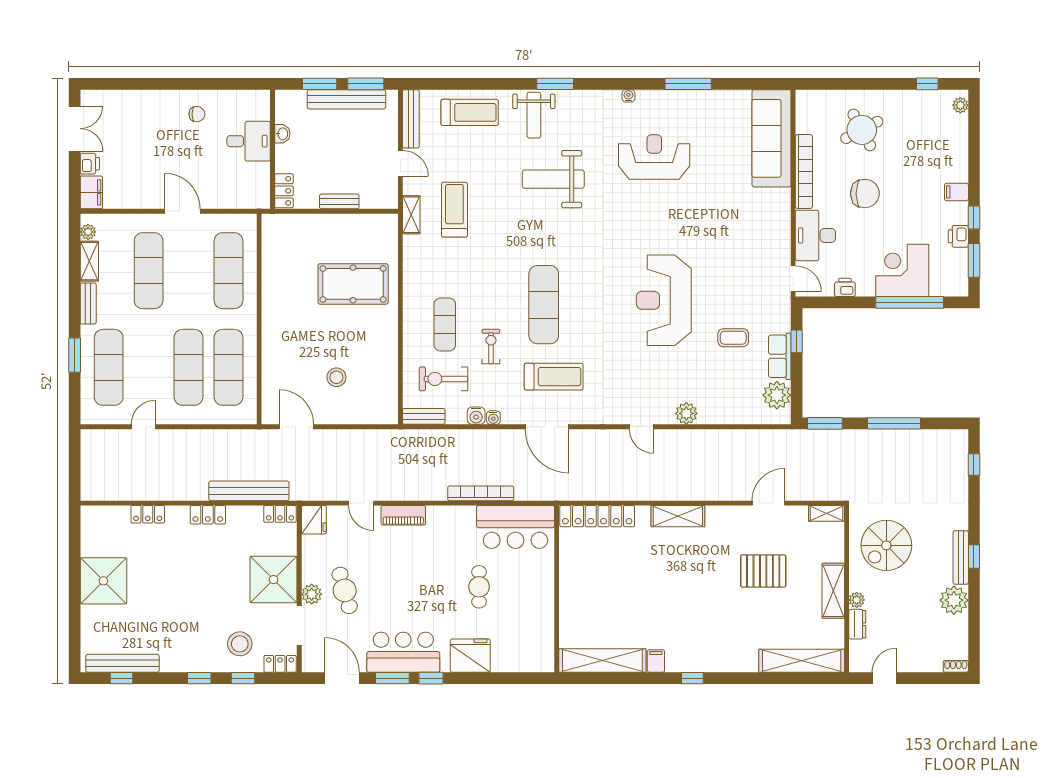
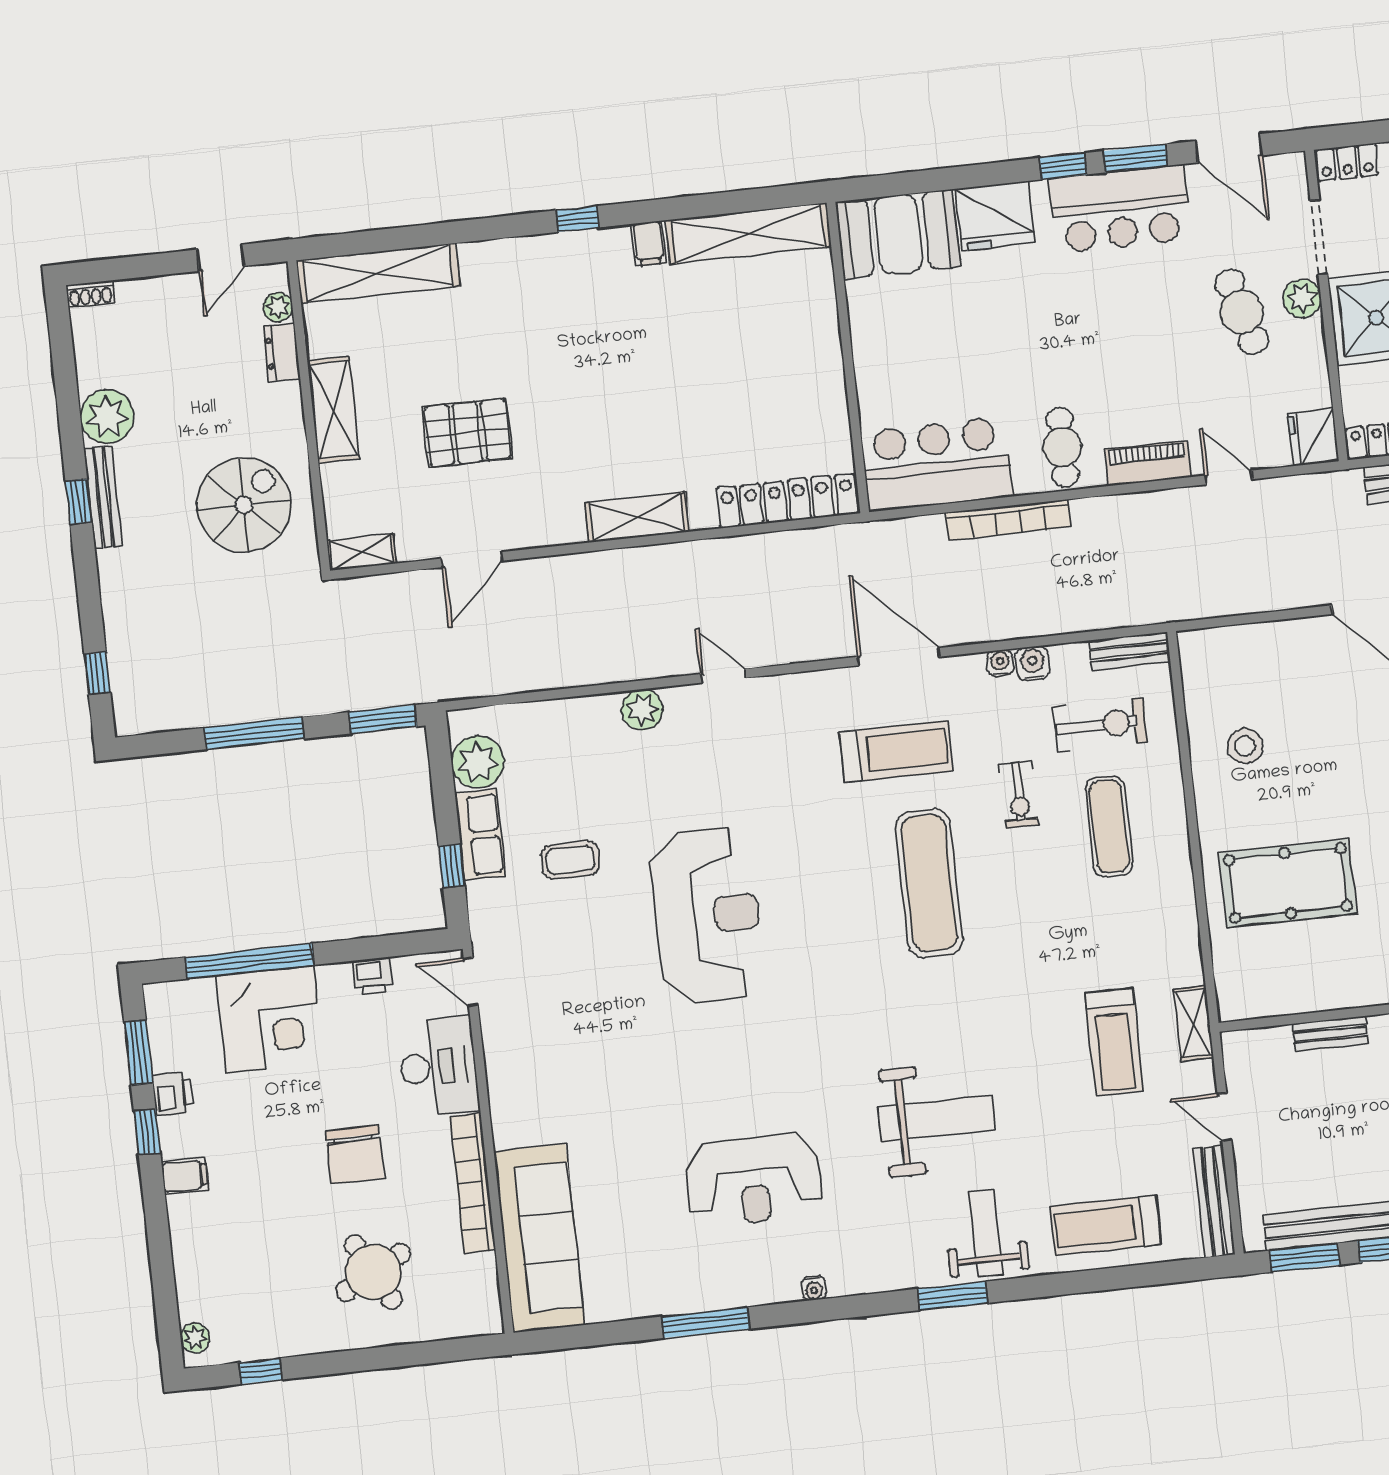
chair: (865, 194) -> (355, 1155), turned -90
stool: (336, 377) -> (1245, 746), moved
treadmill: (554, 377) -> (896, 751), turned 180
cafe table: (479, 587) -> (1062, 447), moved
plant: (857, 600) -> (278, 307), moved
booth: (523, 652) -> (898, 234), added

